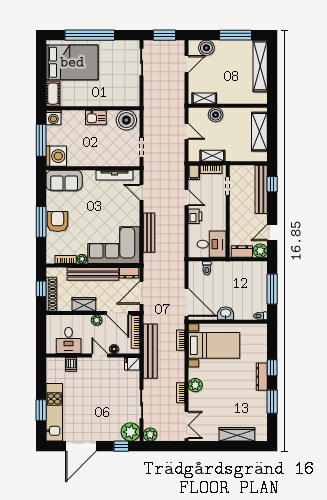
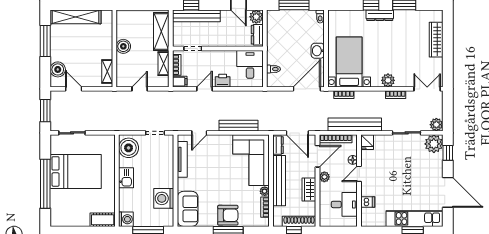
bed: (72, 62) -> (76, 171), moved, turned 90
boiler: (216, 115) -> (123, 46), moved
shelving: (259, 132) -> (161, 32), moved, turned 90
washing machine: (56, 156) -> (164, 198), moved, turned -90
armchair: (58, 222) -> (228, 215), turned 180

